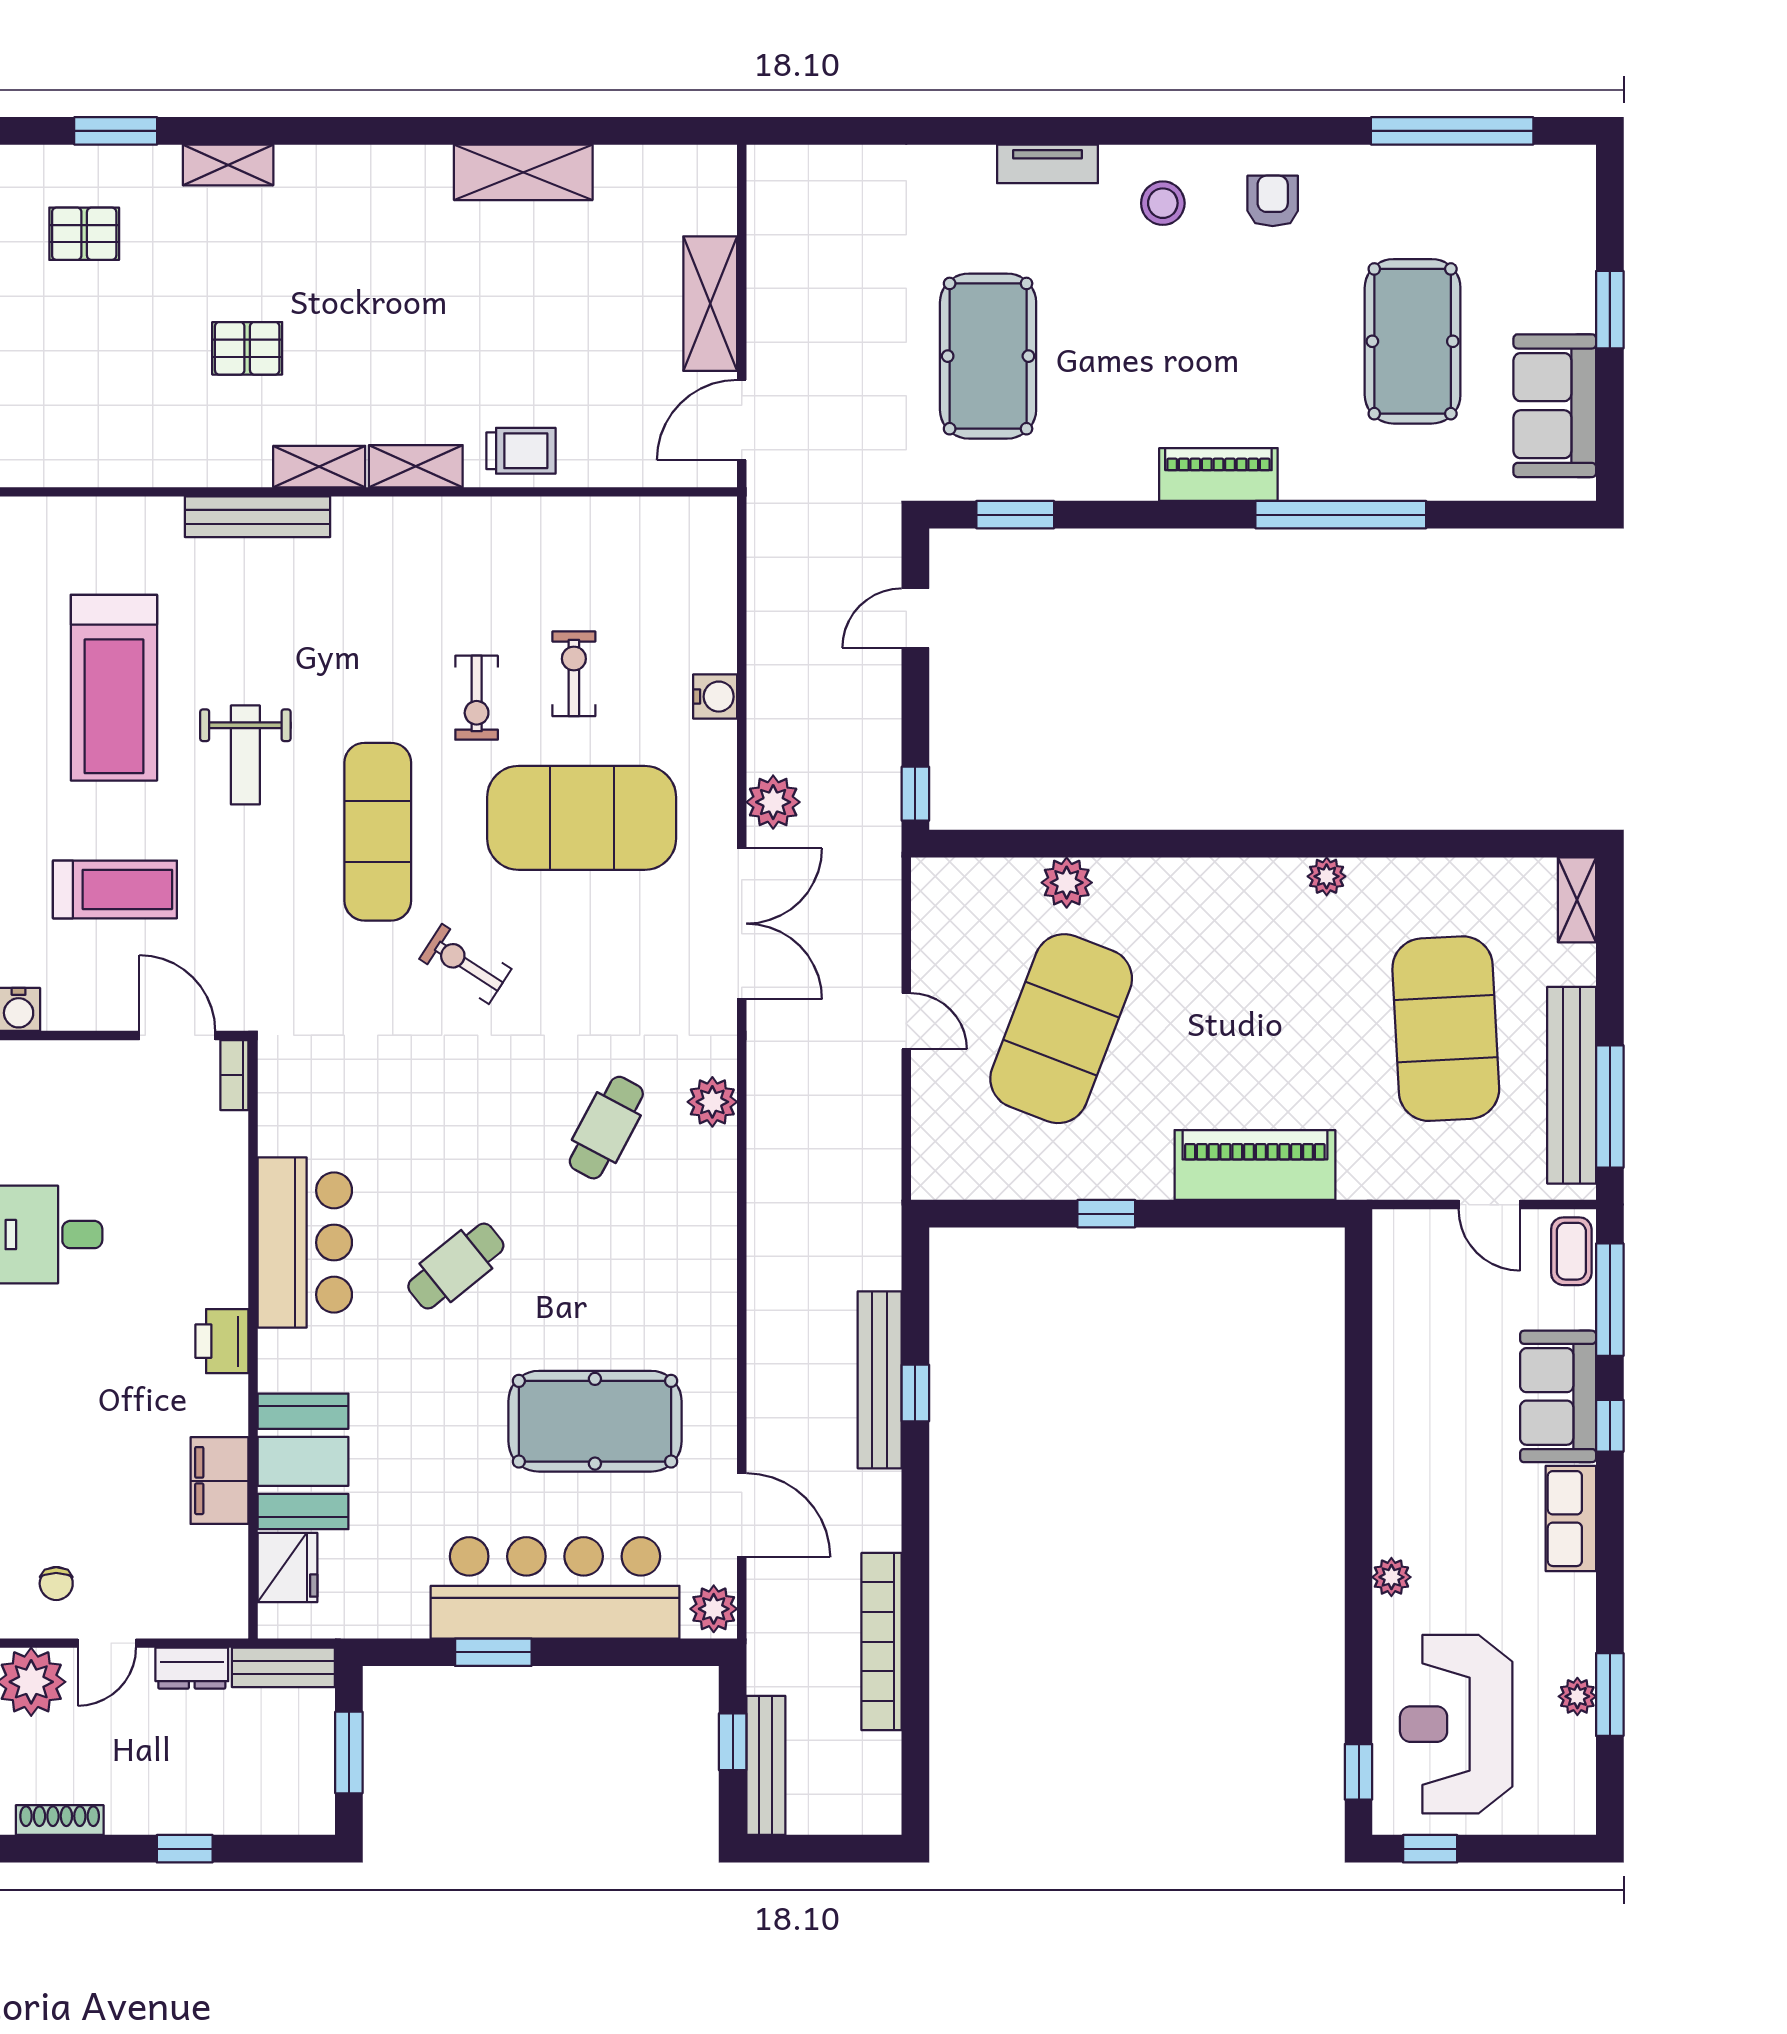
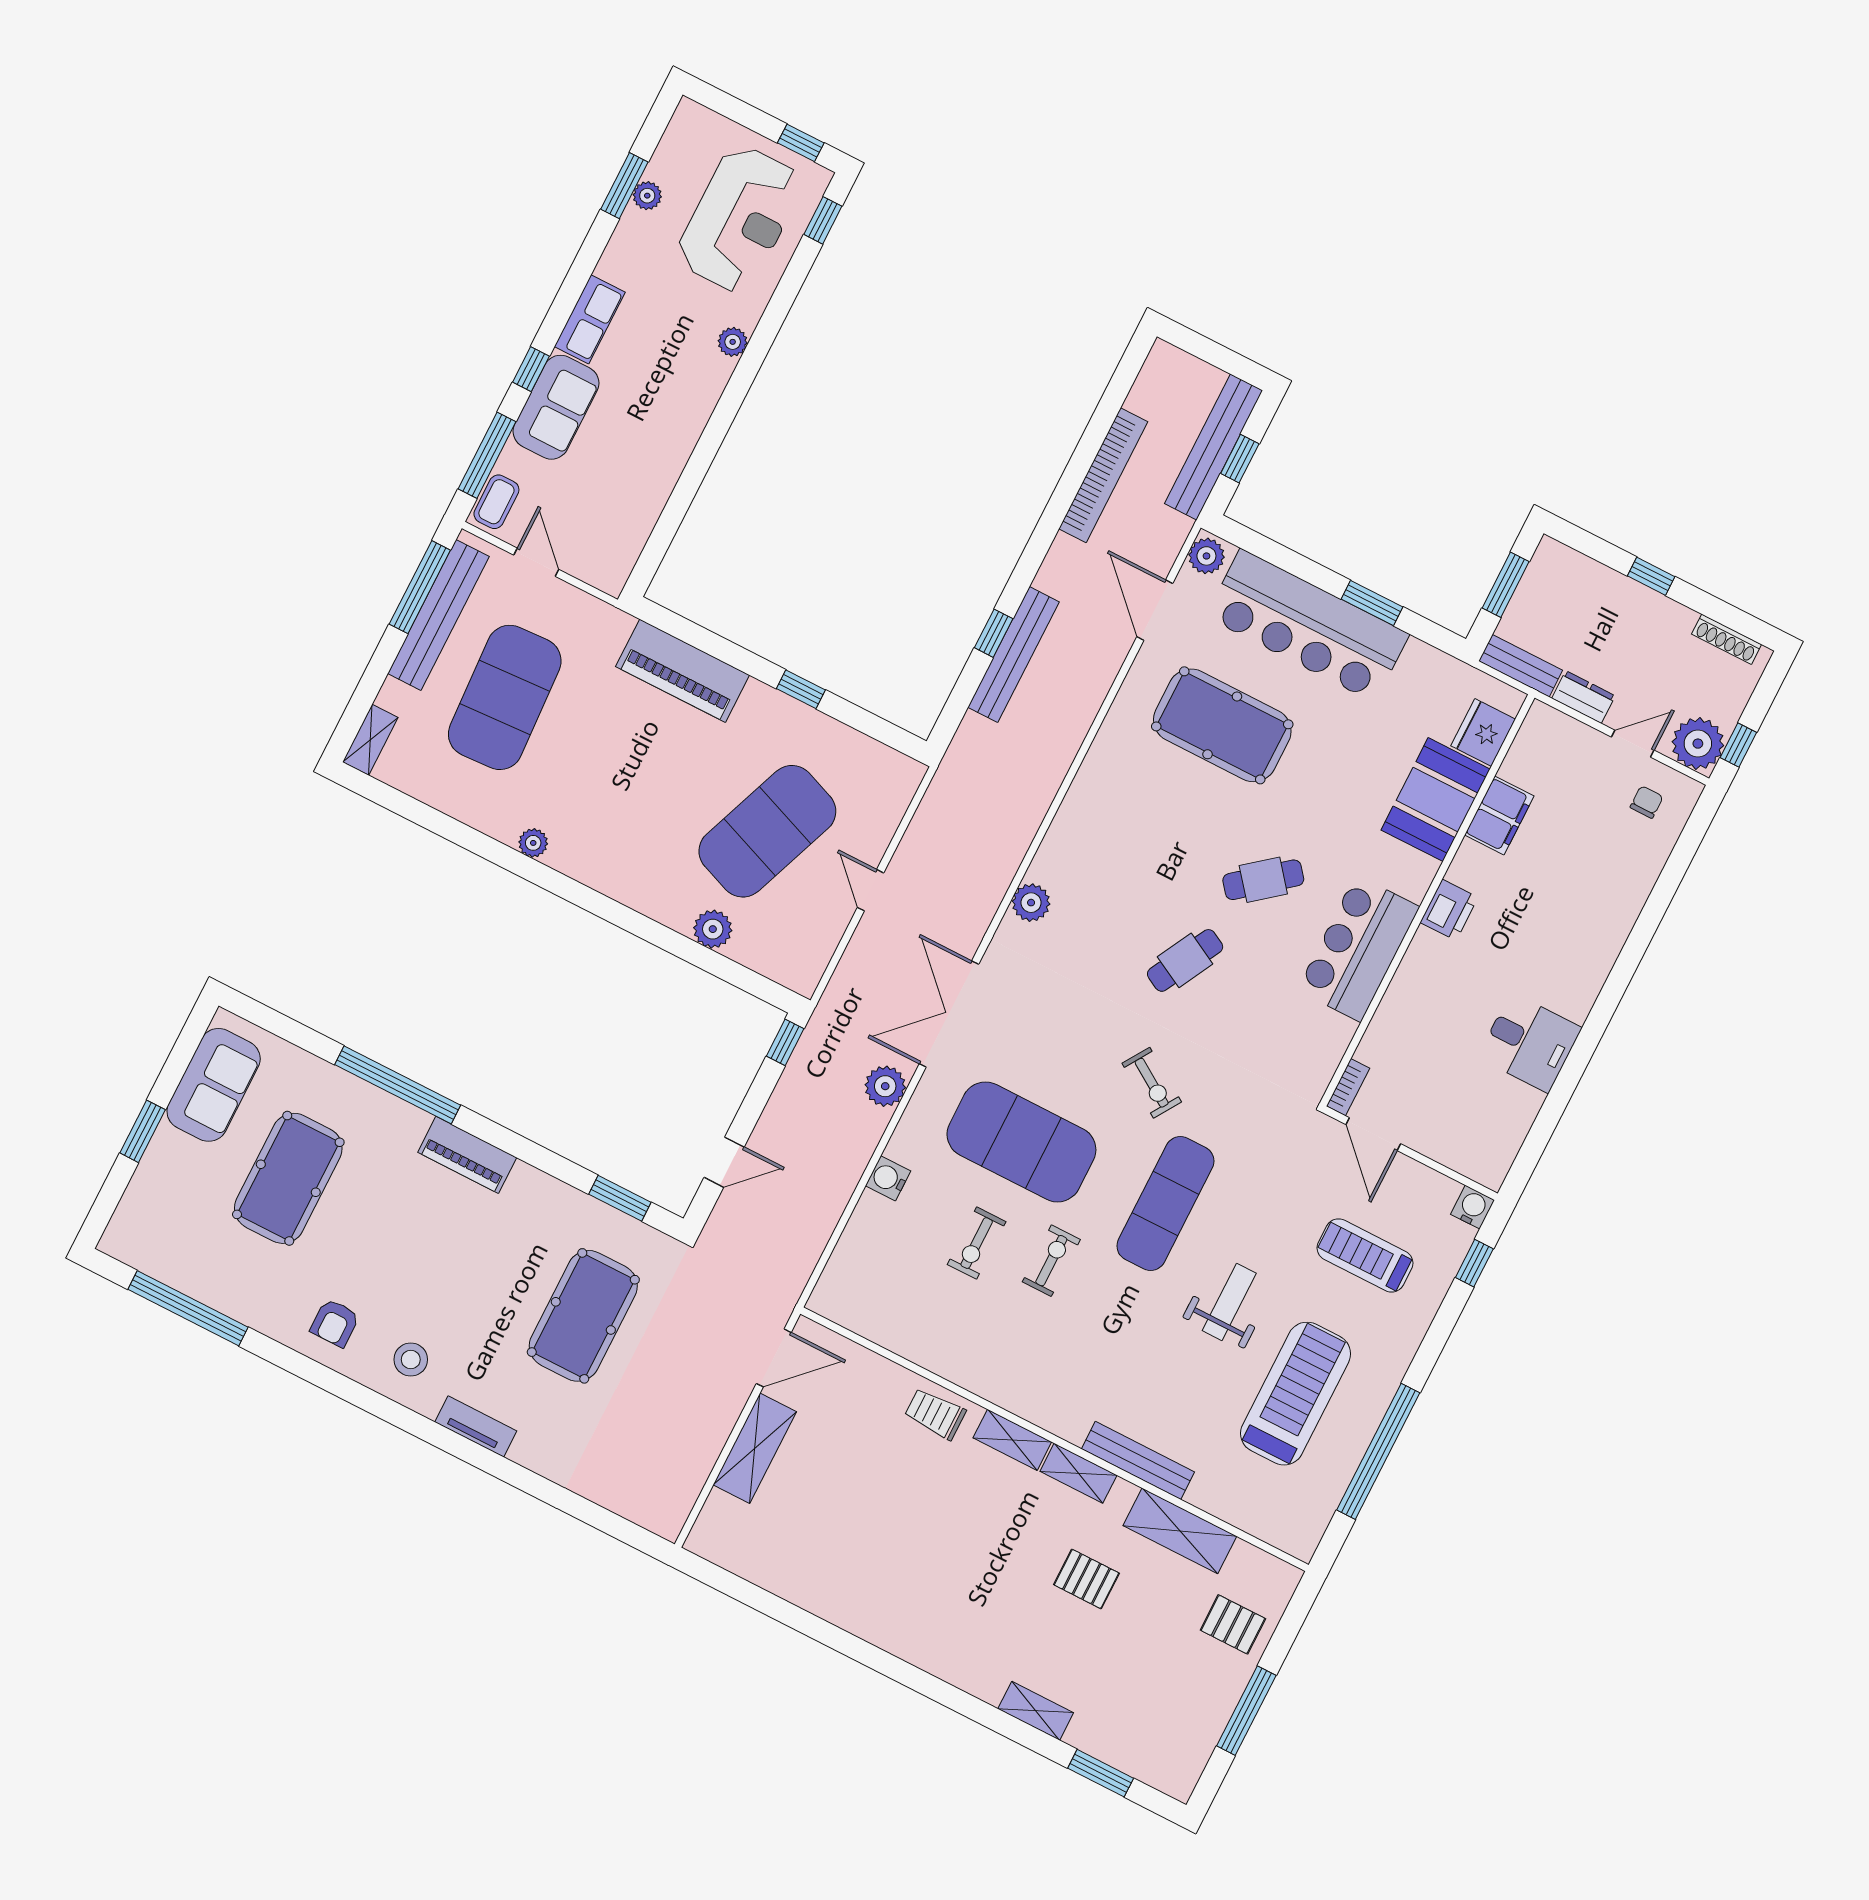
shelving: (523, 172) -> (1180, 1531), moved
pallet: (84, 234) -> (1233, 1624), moved
cafe table: (606, 1128) -> (1185, 960), moved
bench: (766, 1765) -> (1214, 447), width x1.37, depth x1.21

